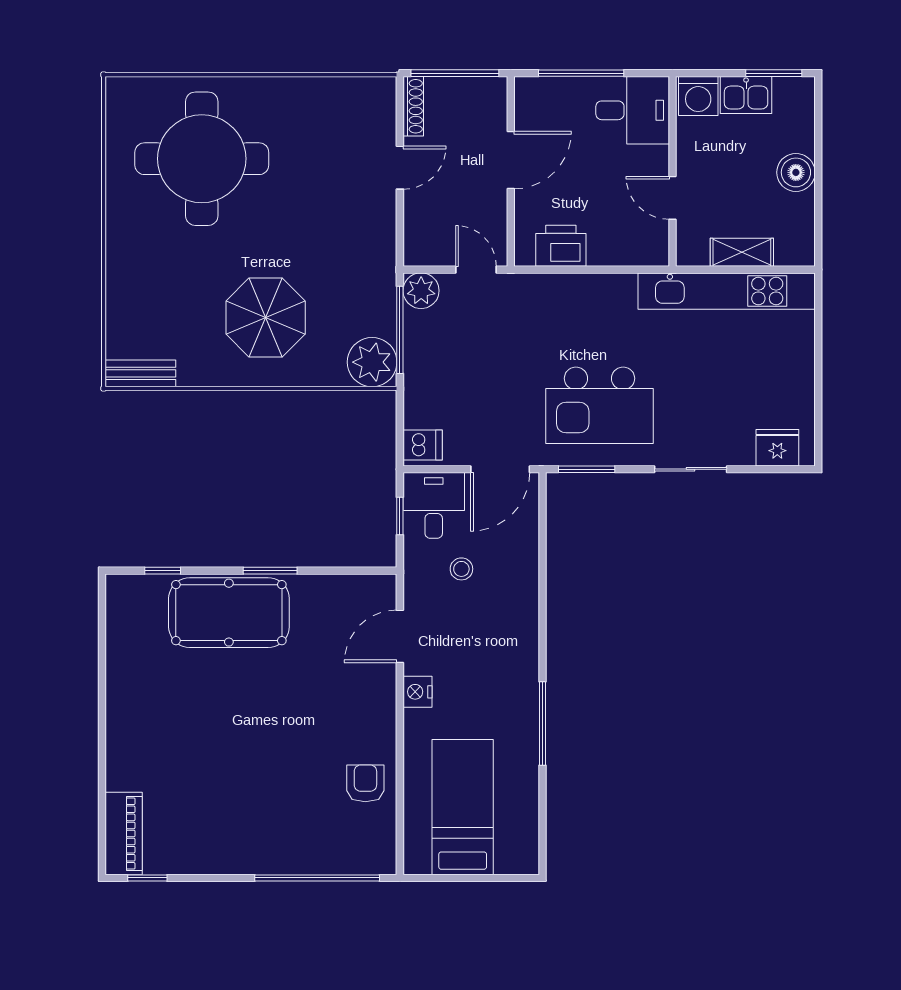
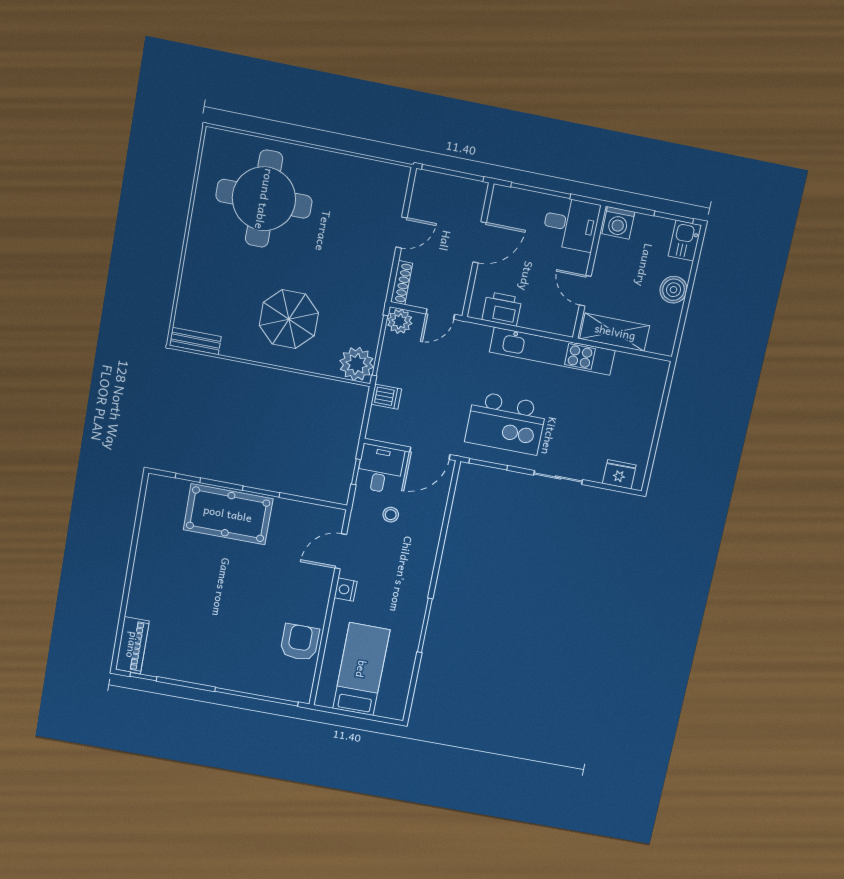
kitchen sink: (746, 95) -> (685, 241), moved, turned 90
shoe rack: (413, 106) -> (402, 283), moved
shelving: (742, 252) -> (615, 332), width x1.50, depth x1.33
door: (476, 270) -> (440, 314), swing flipped
kitchen unit: (727, 291) -> (552, 351), moved
dishwasher: (423, 445) -> (386, 397), moved
armchair: (365, 783) -> (300, 642), width x1.38, depth x1.38

